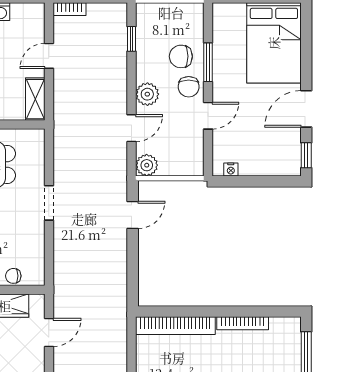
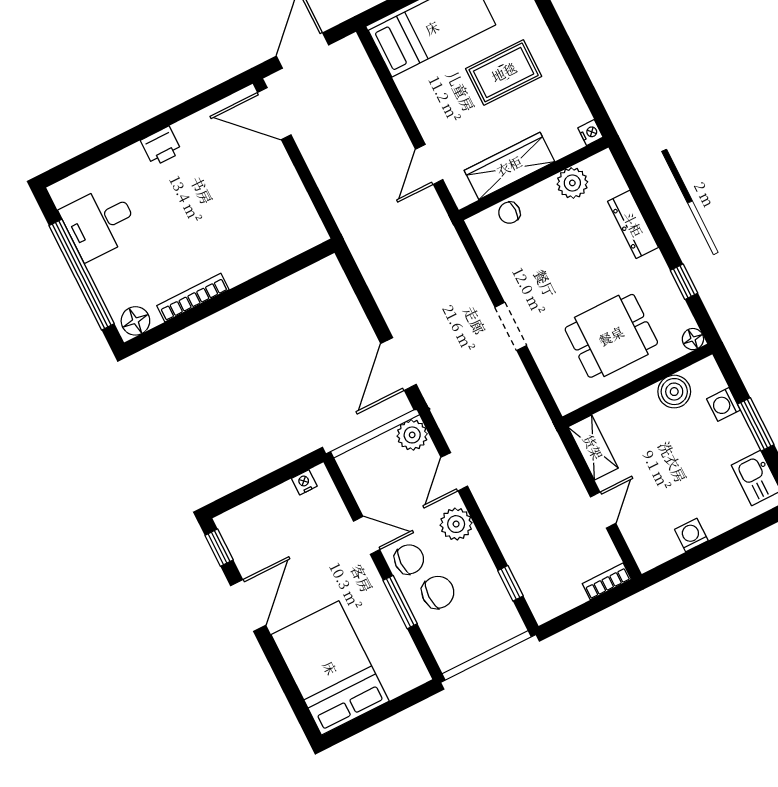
chair: (189, 87) -> (409, 559), turned 90
door: (208, 116) -> (367, 535), swing flipped
door: (133, 215) -> (398, 364), width x1.38
chair: (13, 276) -> (509, 213), turned 180
bookcase: (175, 326) -> (275, 252), removed
floor lamp: (287, 327) -> (135, 321), added

